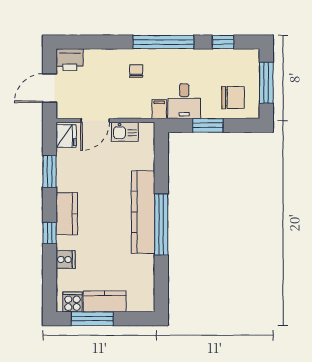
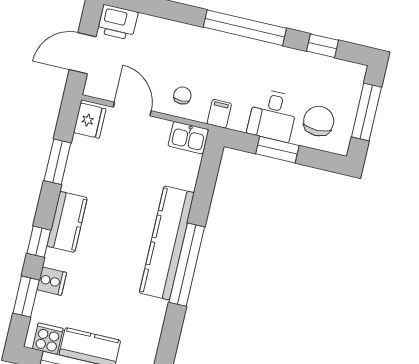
chair: (136, 71) -> (182, 95), moved
chair: (233, 98) -> (319, 121), turned -90
desk: (184, 101) -> (273, 115), moved
door: (95, 120) -> (132, 109), swing flipped
kitchen sink: (125, 132) -> (188, 138), moved
window: (50, 275) -> (26, 297), added

